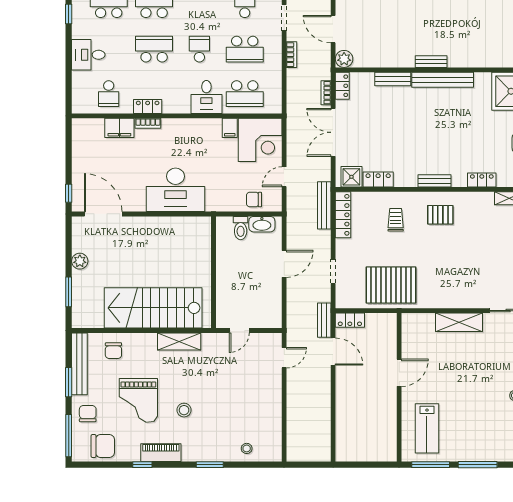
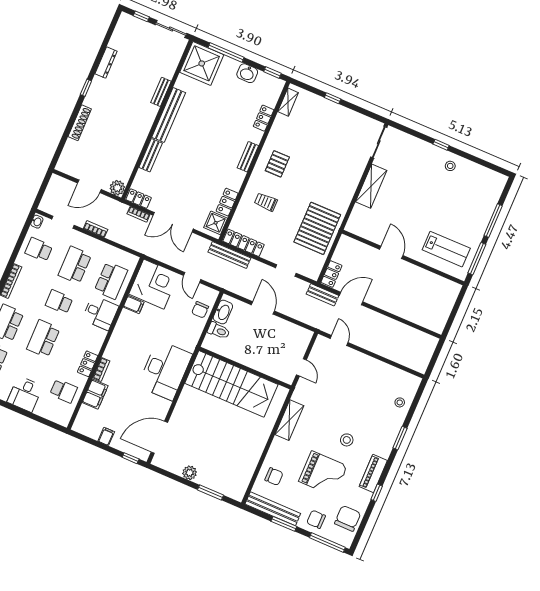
school desk: (245, 49) -> (75, 265), turned 180
bench: (431, 62) -> (161, 92), moved
filing cabinet: (80, 158) -> (106, 436), added
stairs: (153, 308) -> (231, 384), moved, turned -90

